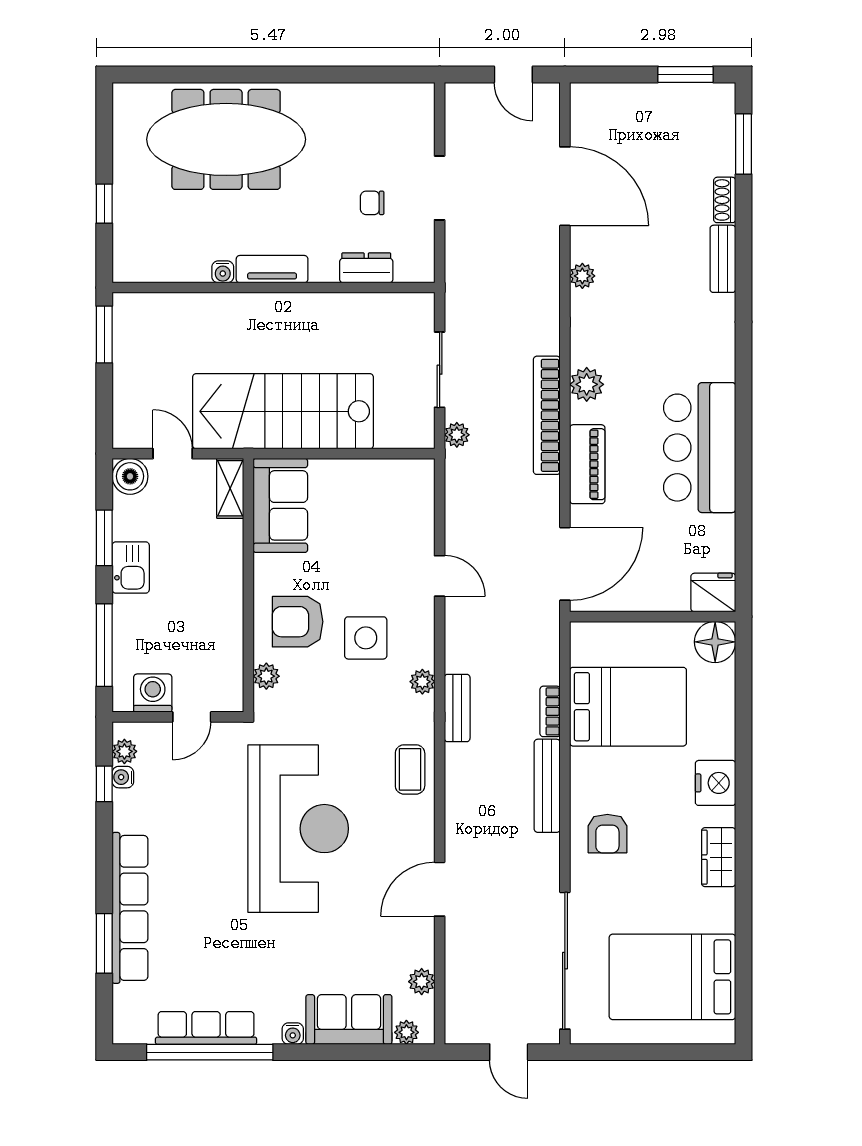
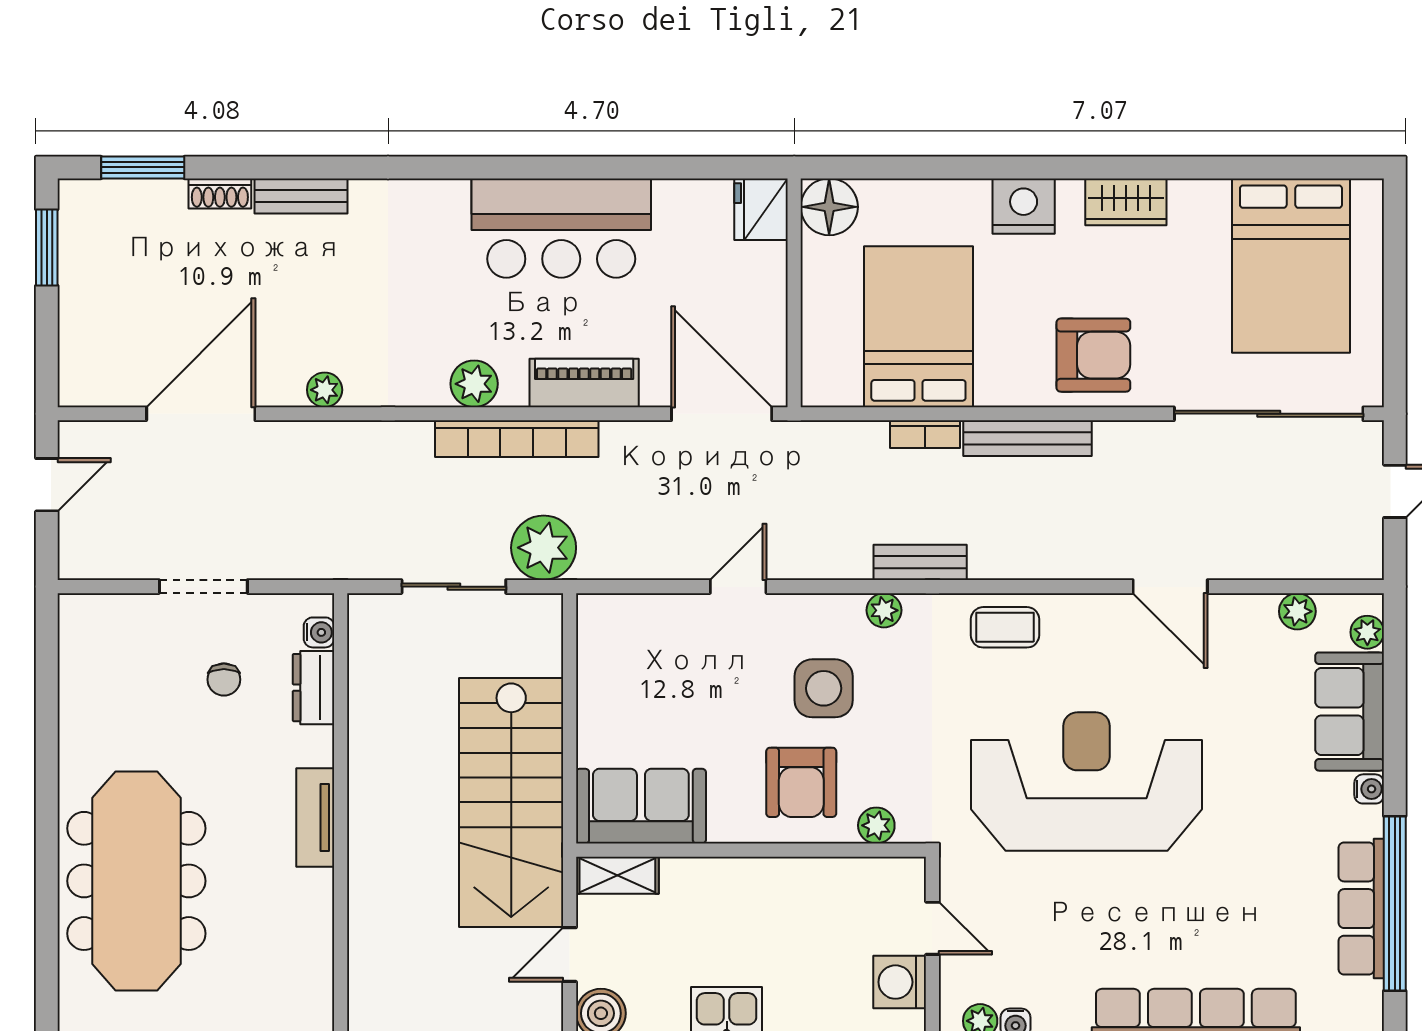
water cooler: (223, 272) -> (319, 632), moved
plant: (457, 435) -> (544, 548), width x1.88, depth x1.88
armchair: (607, 834) -> (1093, 355), width x1.38, depth x1.38

